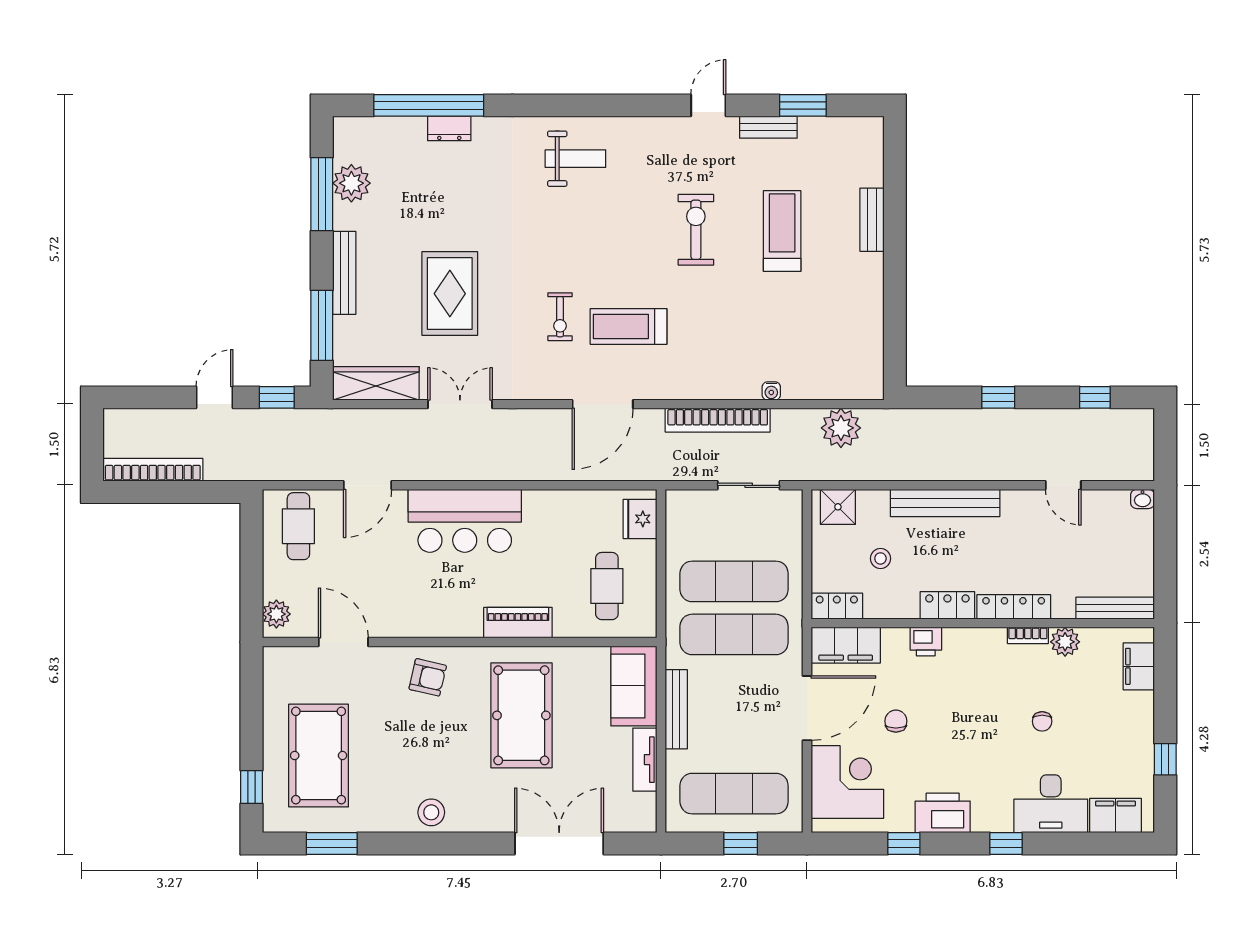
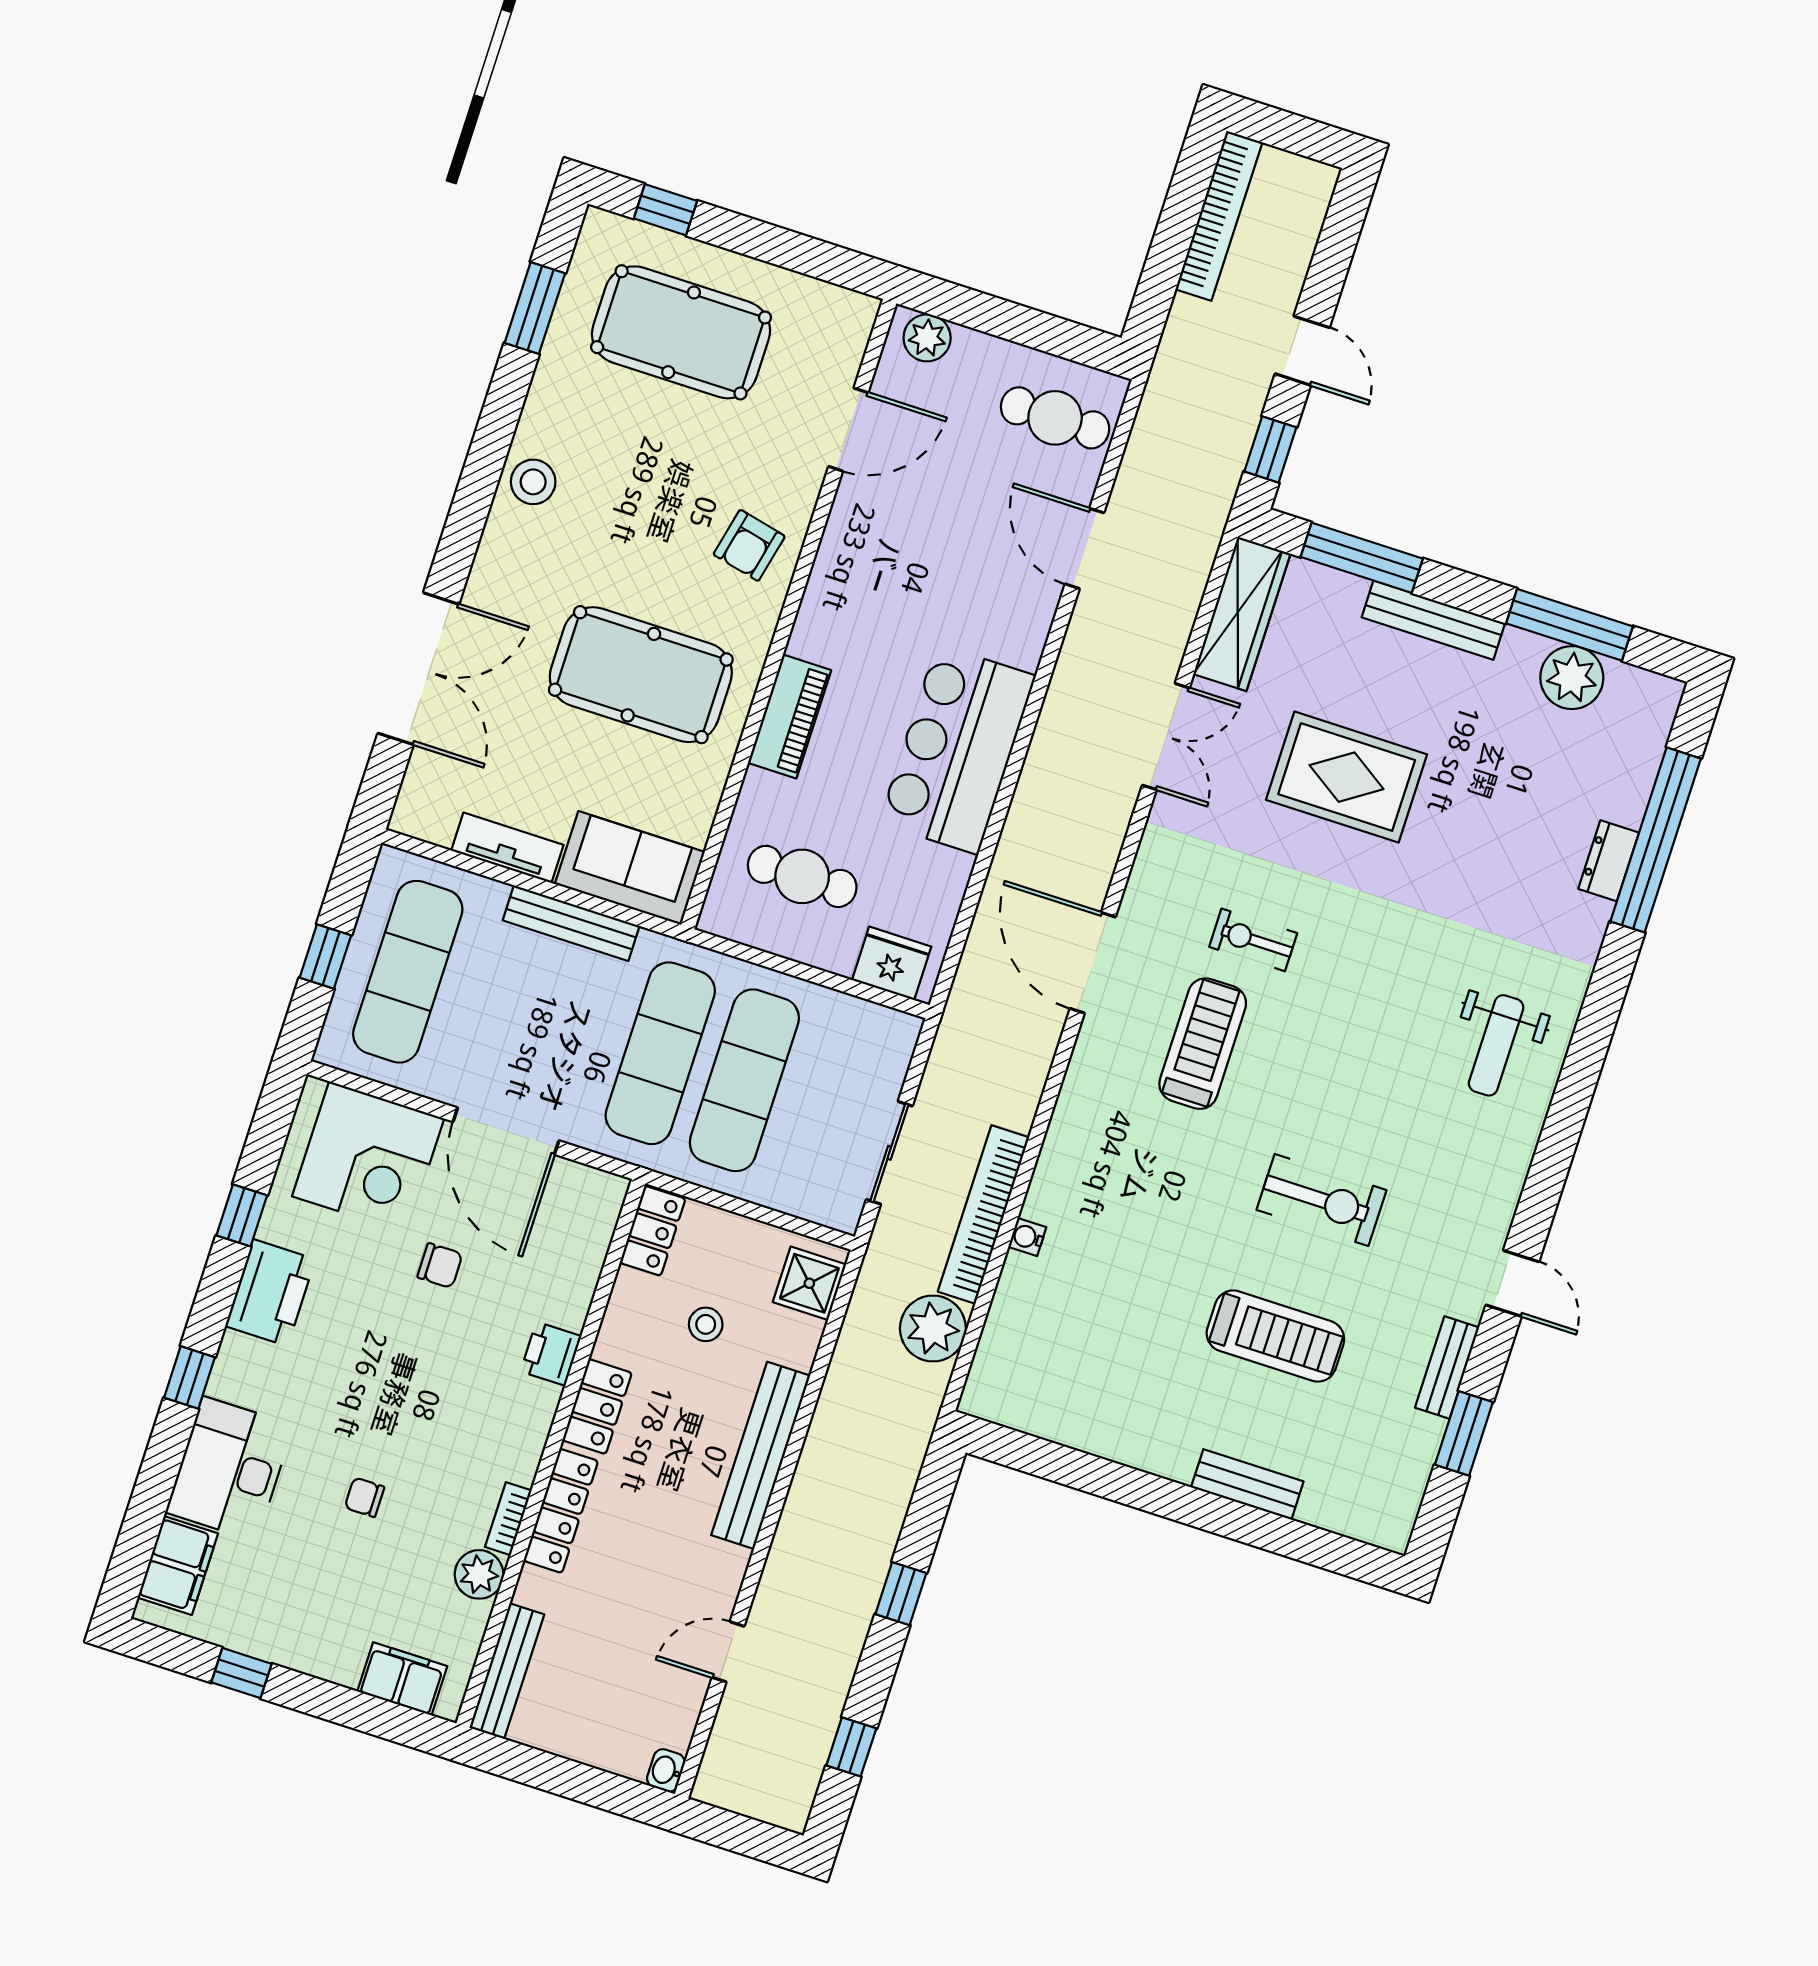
bookcase: (718, 420) -> (983, 1214), moved
bar counter: (465, 521) -> (957, 749), moved
filing cabinet: (846, 645) -> (586, 1225), removed

